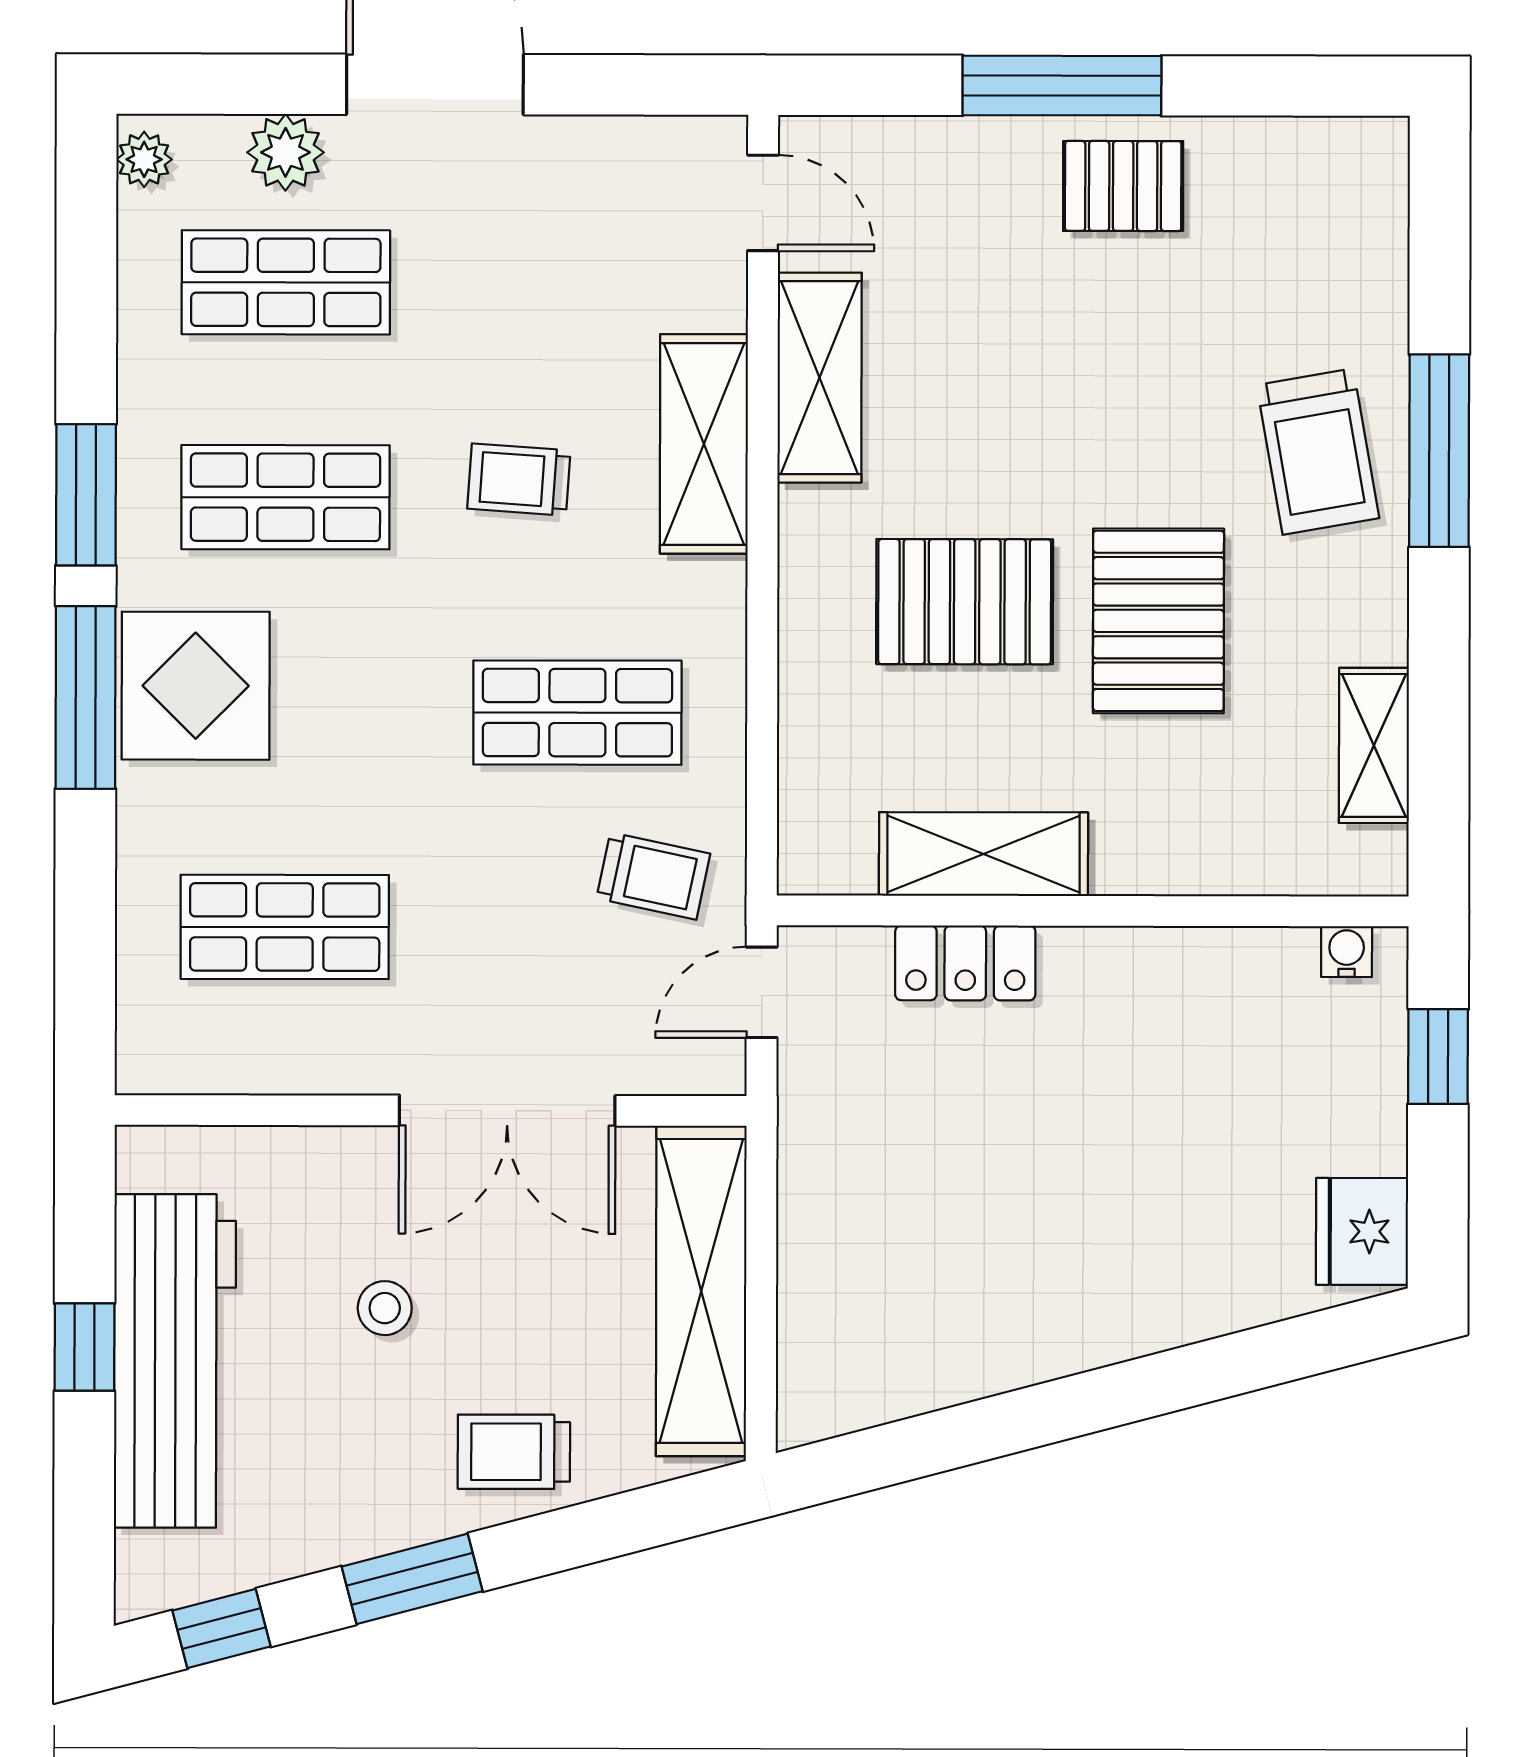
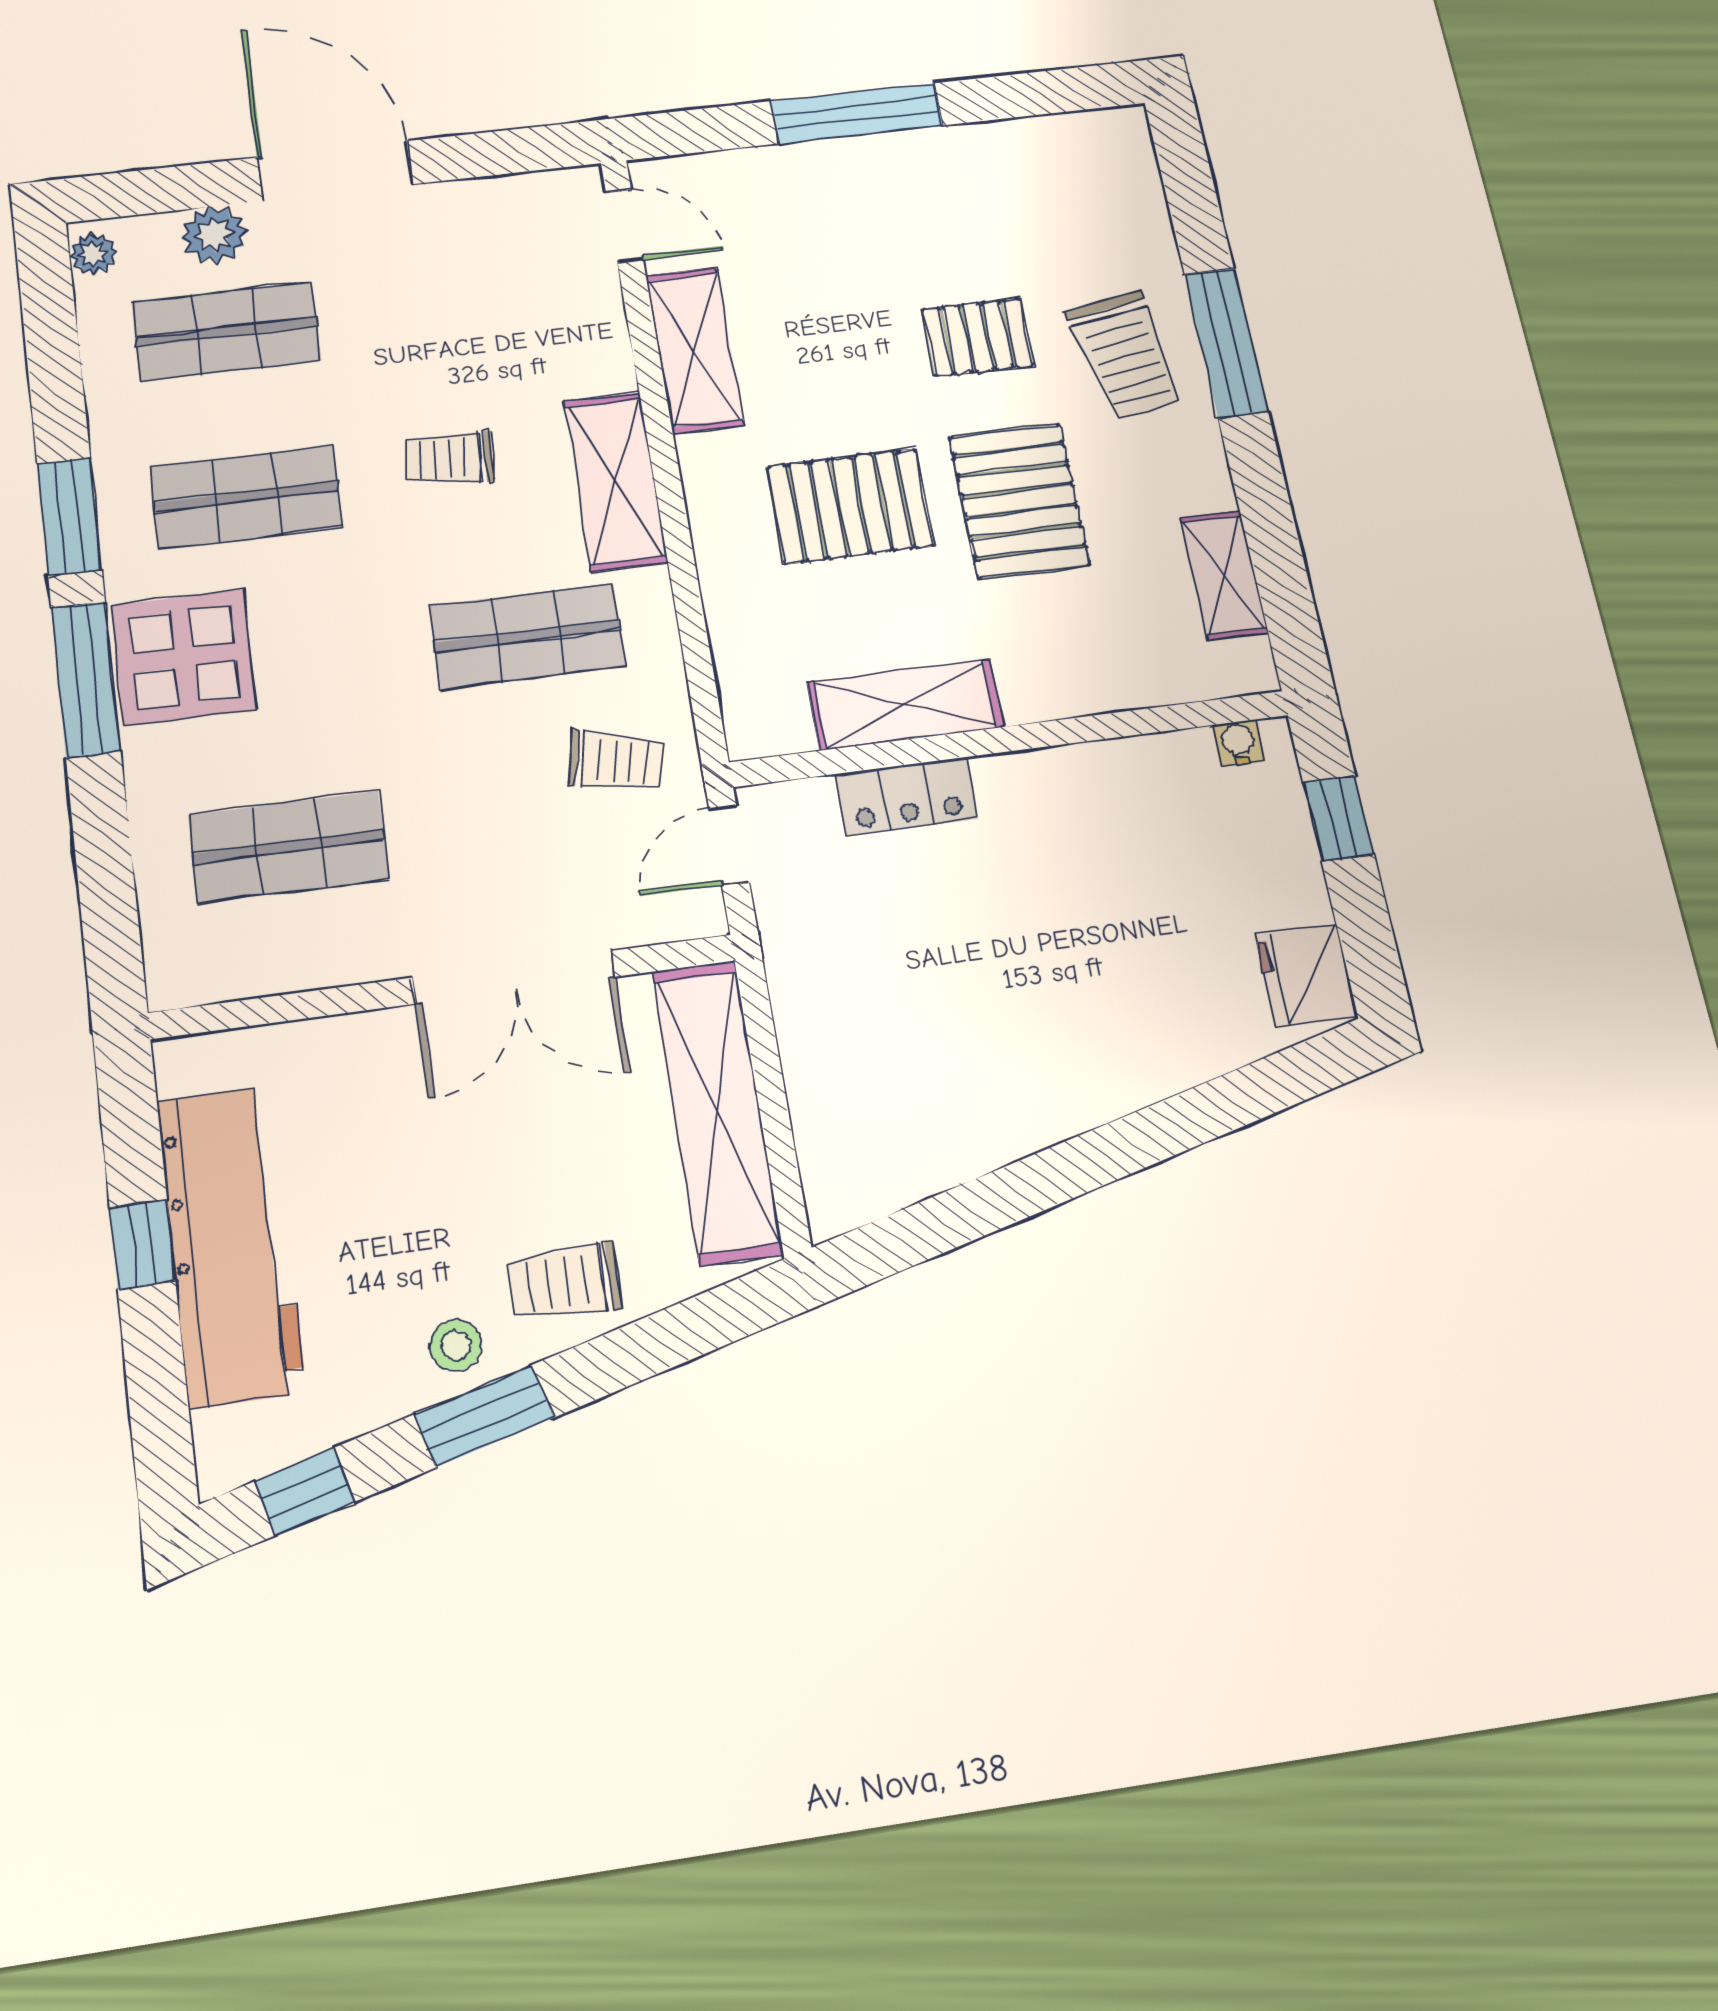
pallet: (1123, 186) -> (978, 337), moved
shelving: (704, 444) -> (616, 481), moved
stool: (385, 1308) -> (456, 1345), moved

